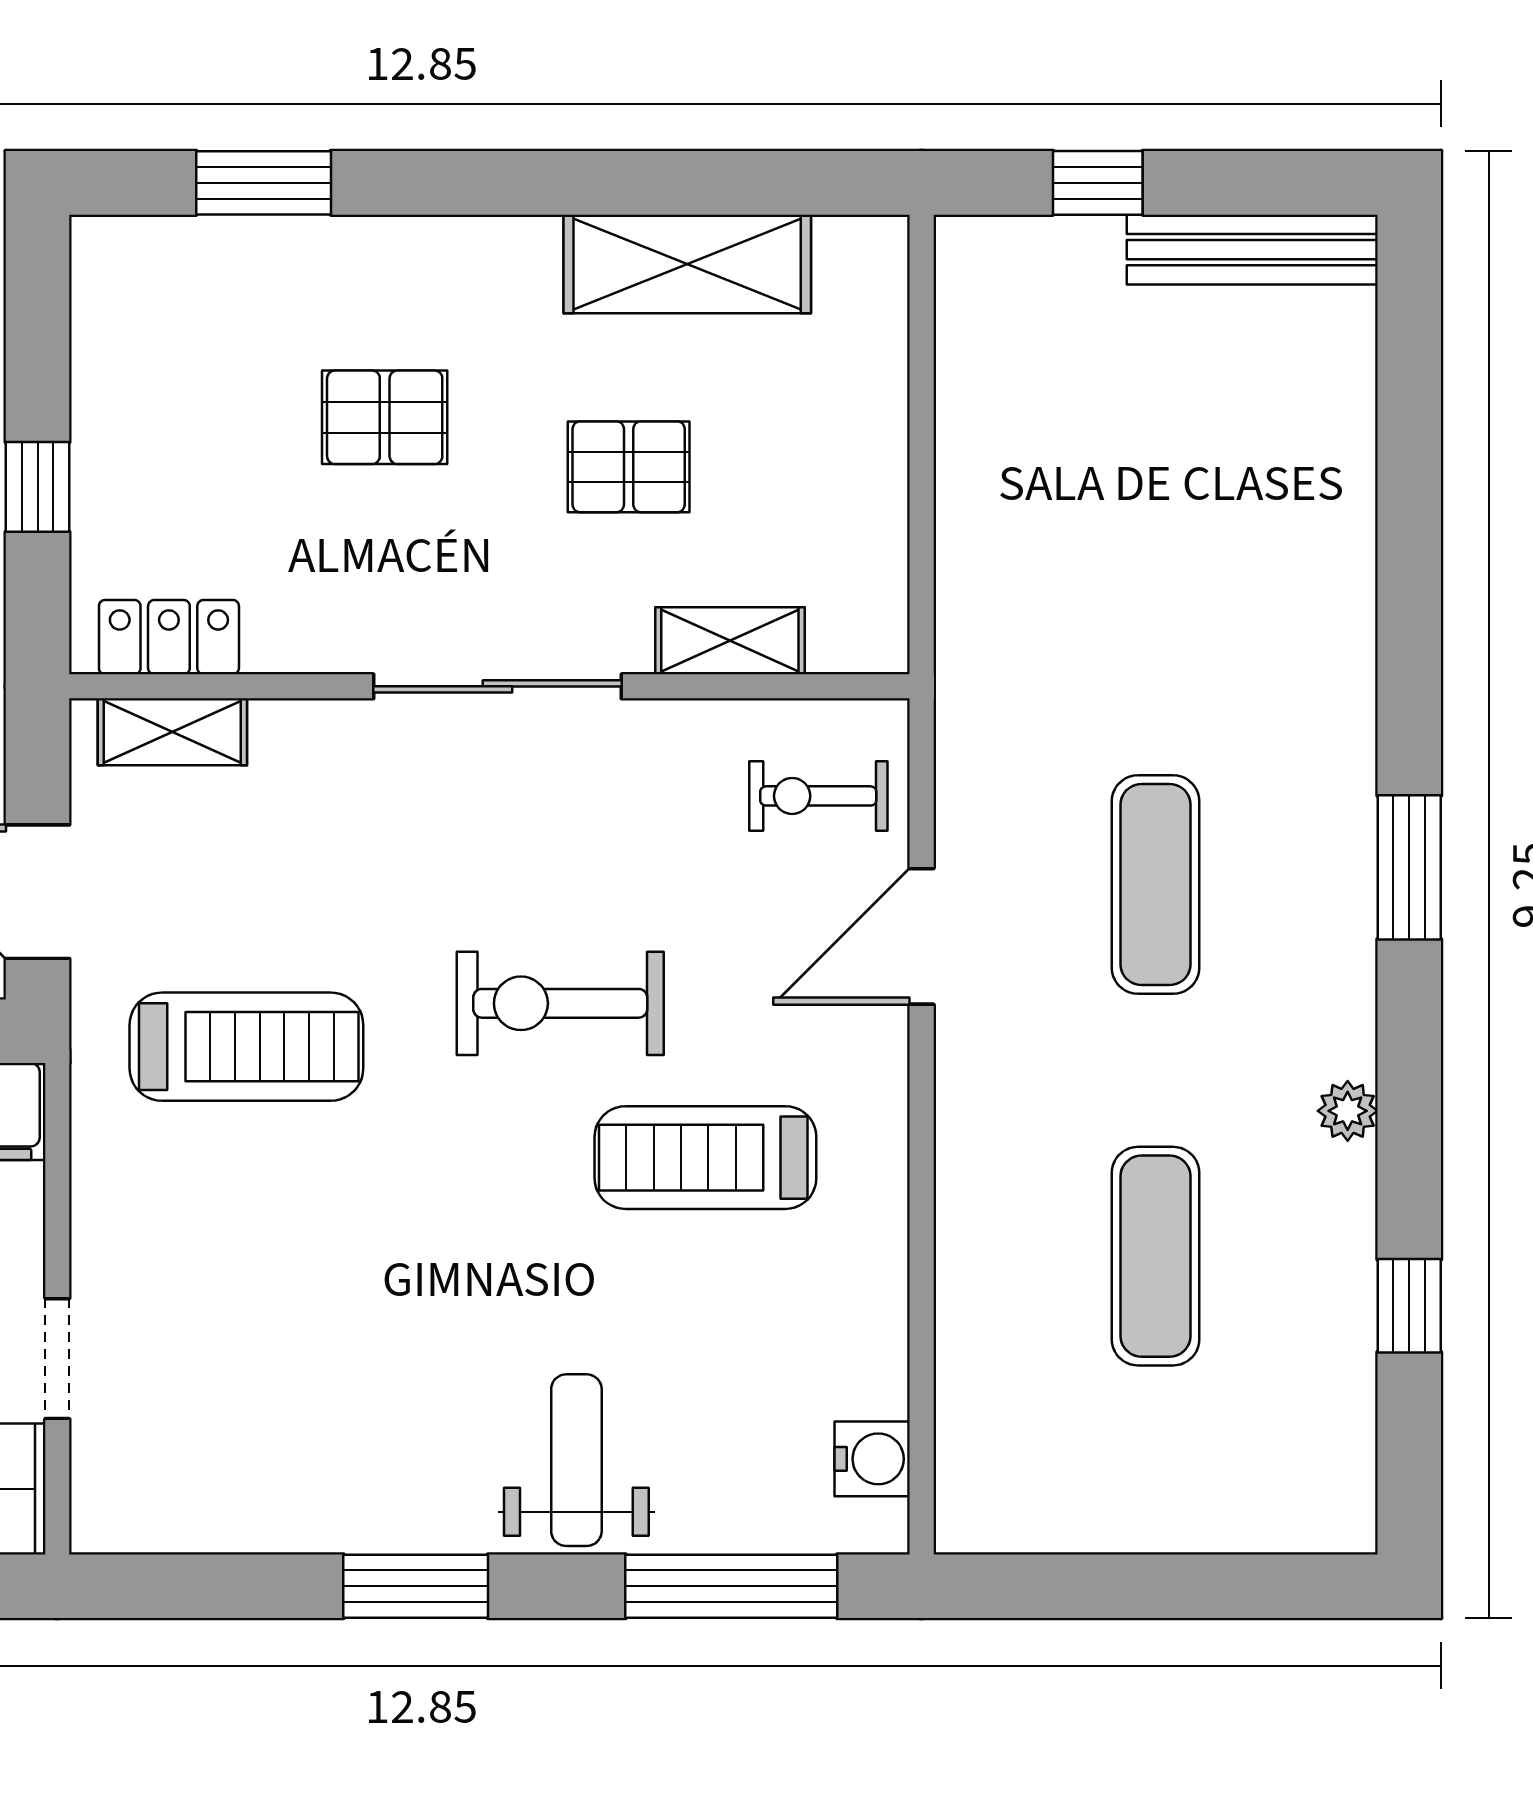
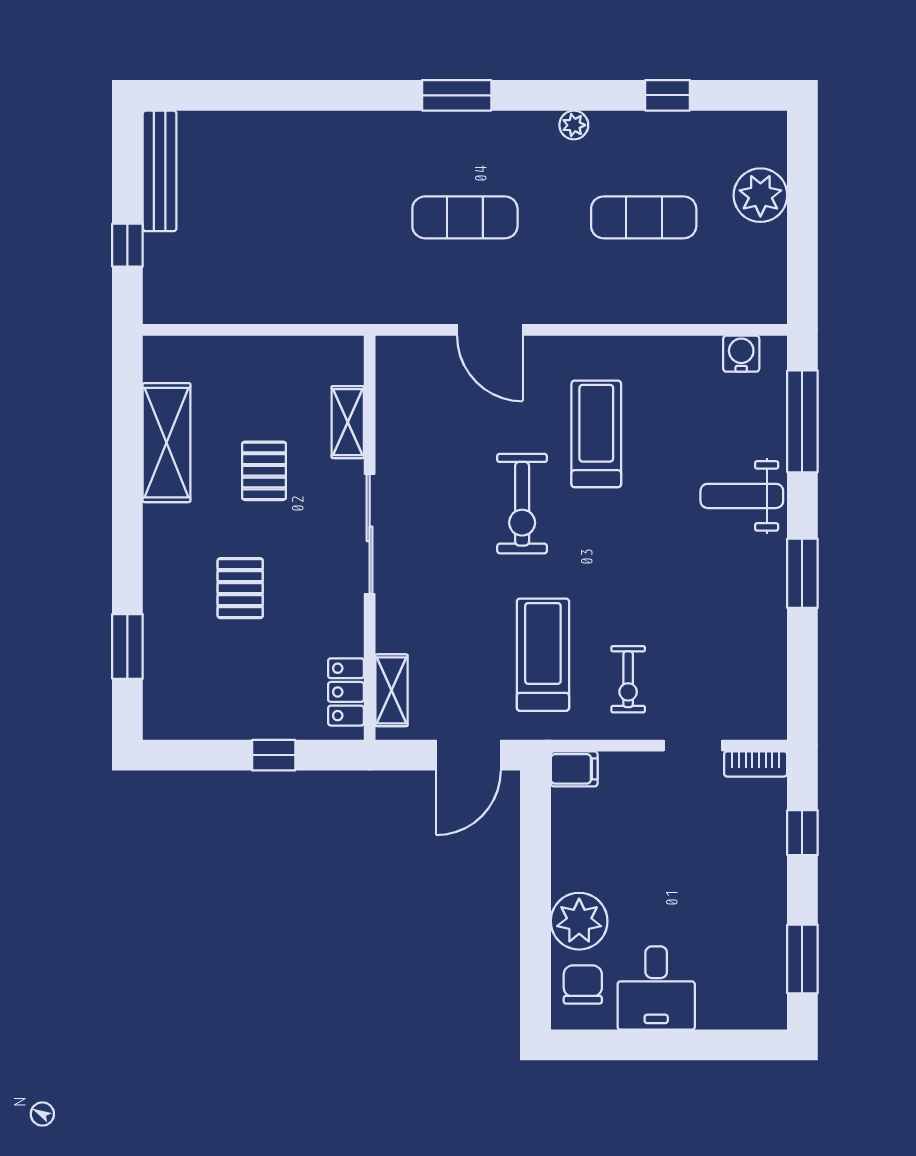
exercise bike: (818, 796) -> (628, 679), moved
treadmill: (705, 1158) -> (596, 434), turned 180
plant: (1202, 1499) -> (760, 195), added

